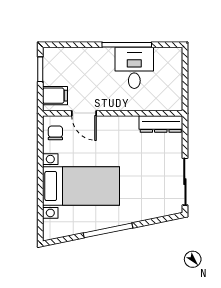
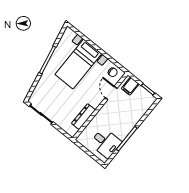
desk: (134, 68) -> (106, 143), moved
door: (84, 113) -> (111, 93), hinge flipped
dresser: (161, 124) -> (83, 117), moved

